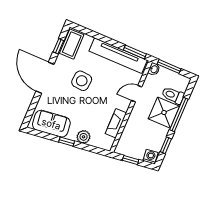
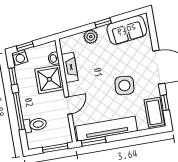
washbasin: (154, 69) -> (54, 58), moved
shower: (164, 113) -> (49, 79), moved
window: (131, 160) -> (25, 46), moved

